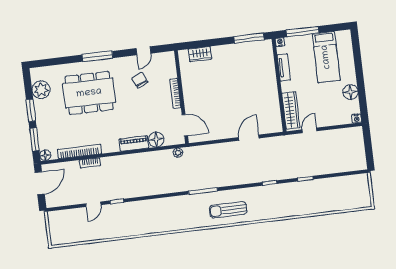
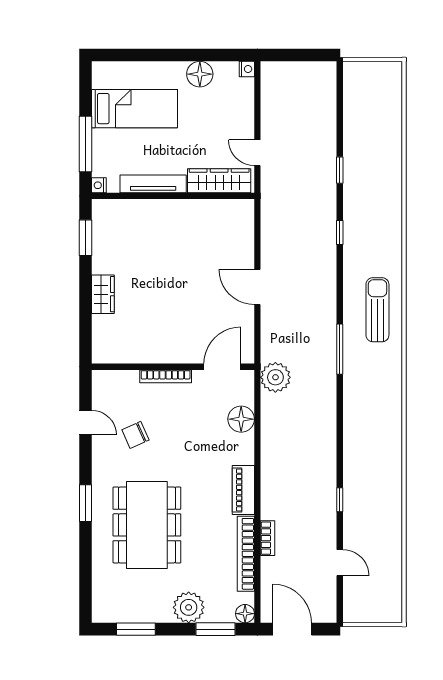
window: (249, 38) -> (86, 238), width x0.69
wardrobe: (200, 54) -> (103, 294), moved
window: (97, 56) -> (86, 503), width x0.69
tv unit: (284, 67) -> (153, 184), width x1.41
plant: (41, 90) -> (189, 607), moved
window: (31, 110) -> (136, 629), moved
door: (249, 138) -> (257, 287), moved
piano: (134, 143) -> (243, 490), moved
plant: (178, 153) -> (275, 377), width x1.87, depth x1.87
door: (93, 204) -> (340, 563), moved
sun lounger: (228, 210) -> (377, 310), turned 180

